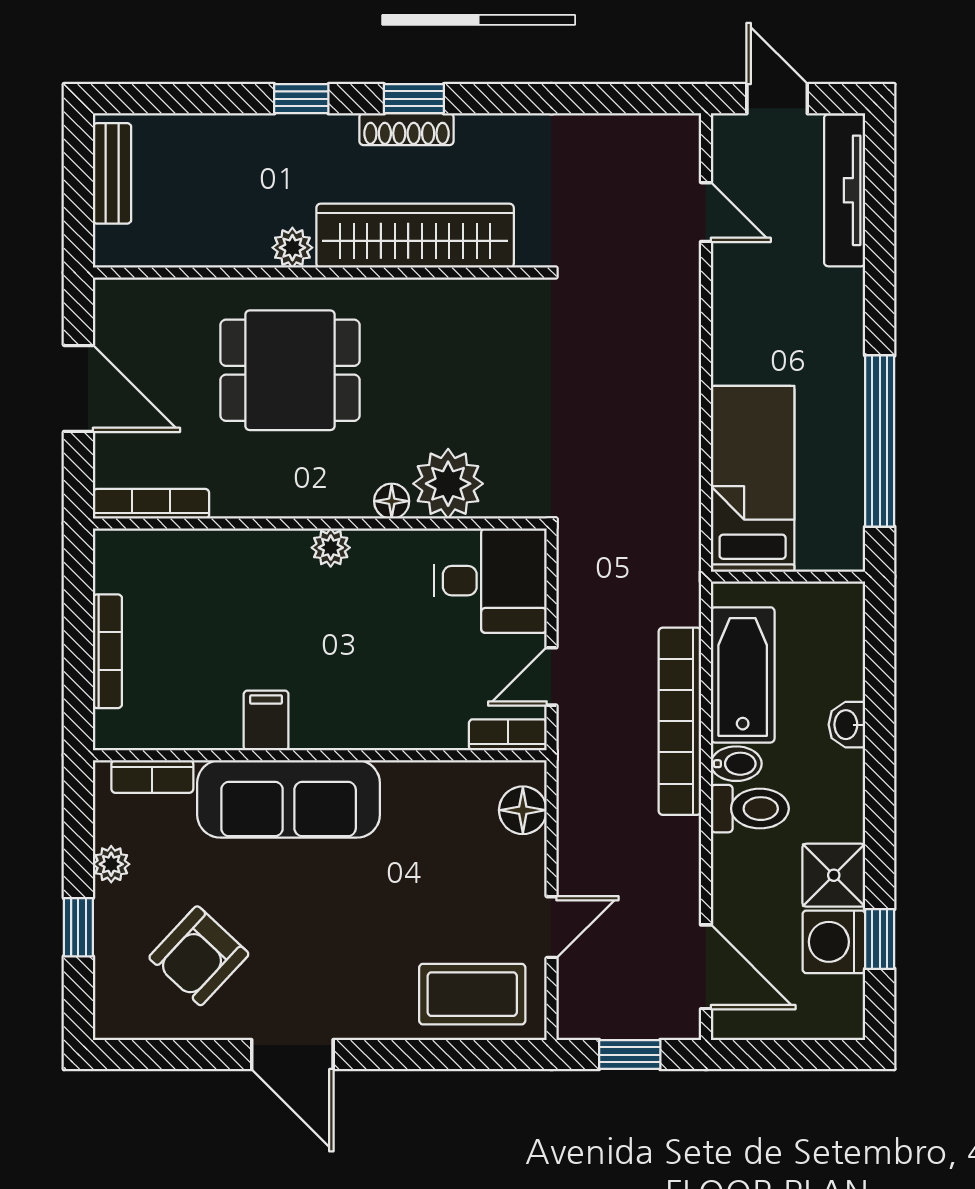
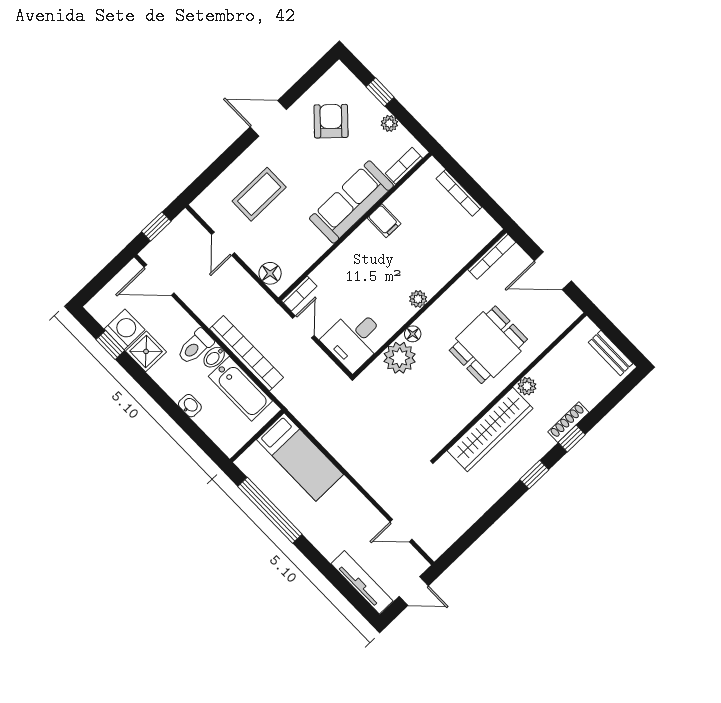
shoe rack: (406, 129) -> (568, 422), moved
coffee table: (472, 994) -> (259, 194), moved

